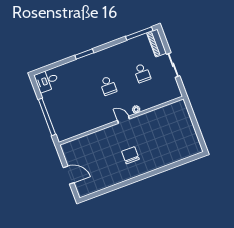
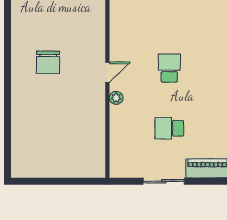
school desk: (108, 86) -> (169, 68), turned 90
chair: (130, 155) -> (48, 62), turned 90

